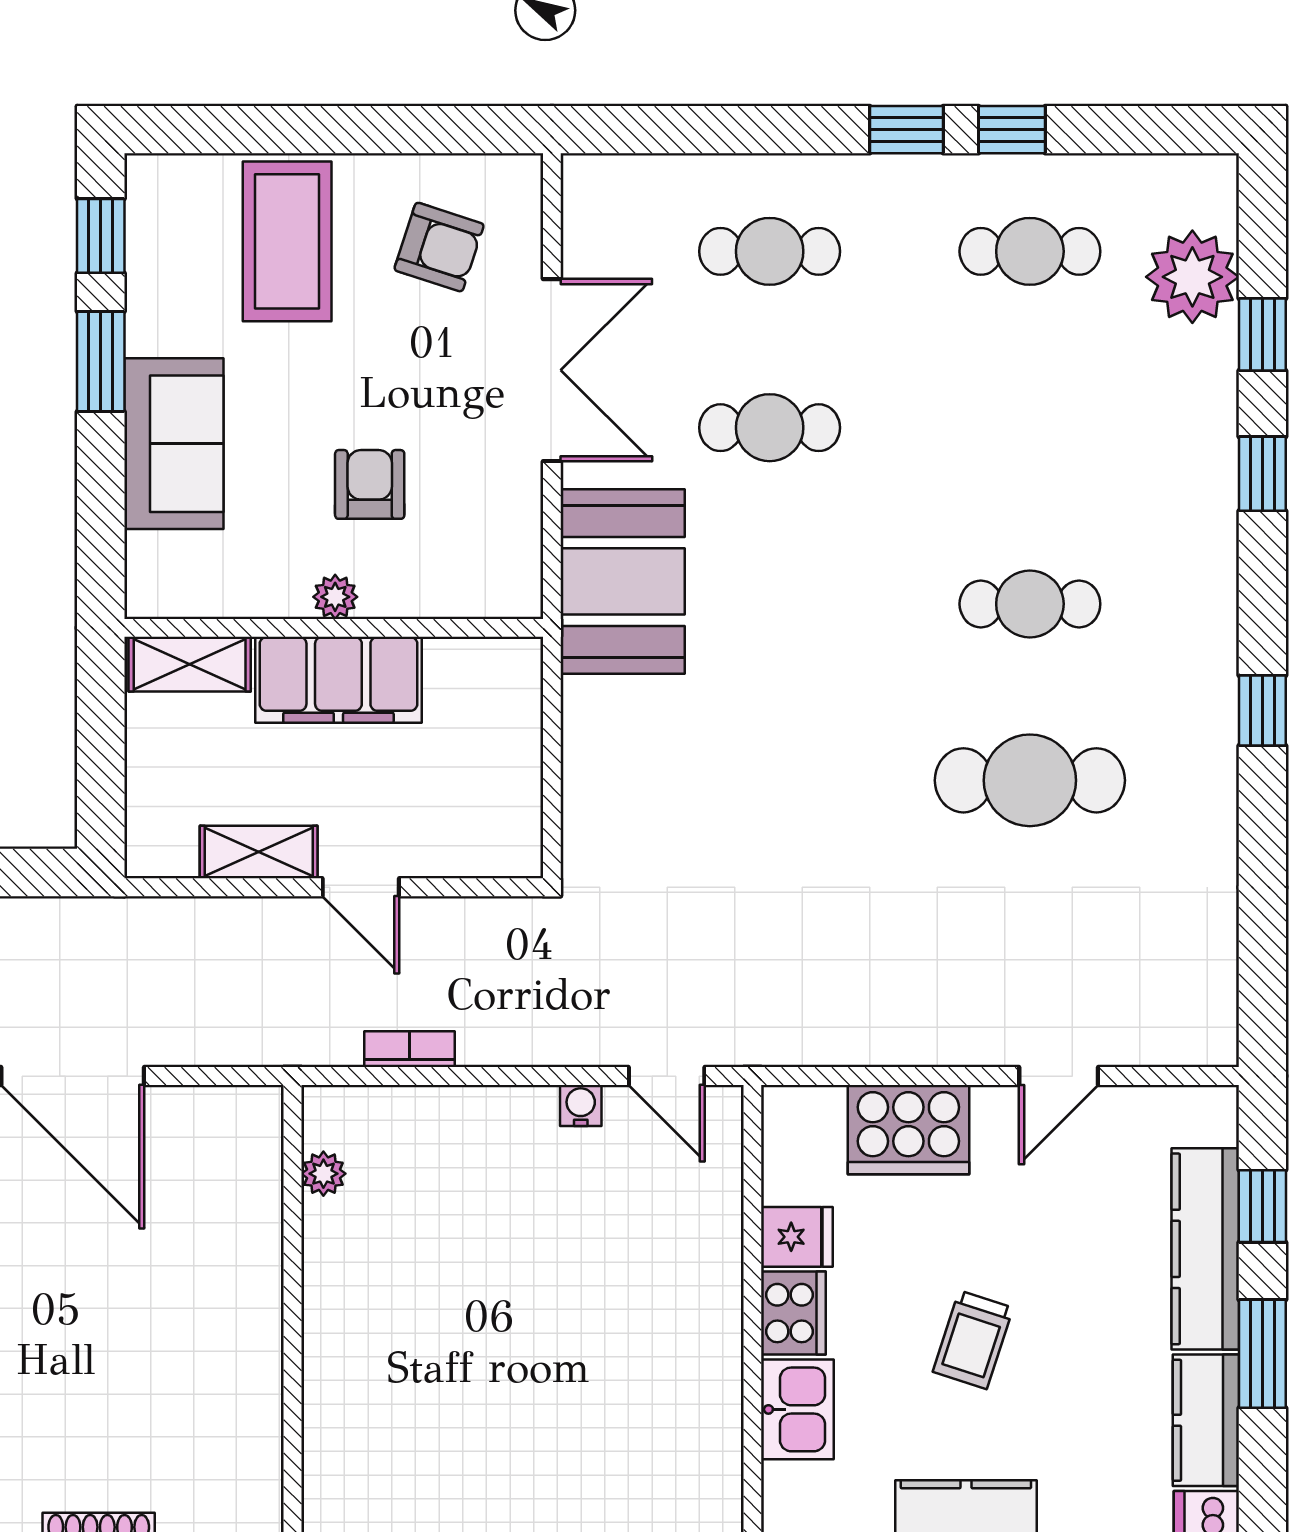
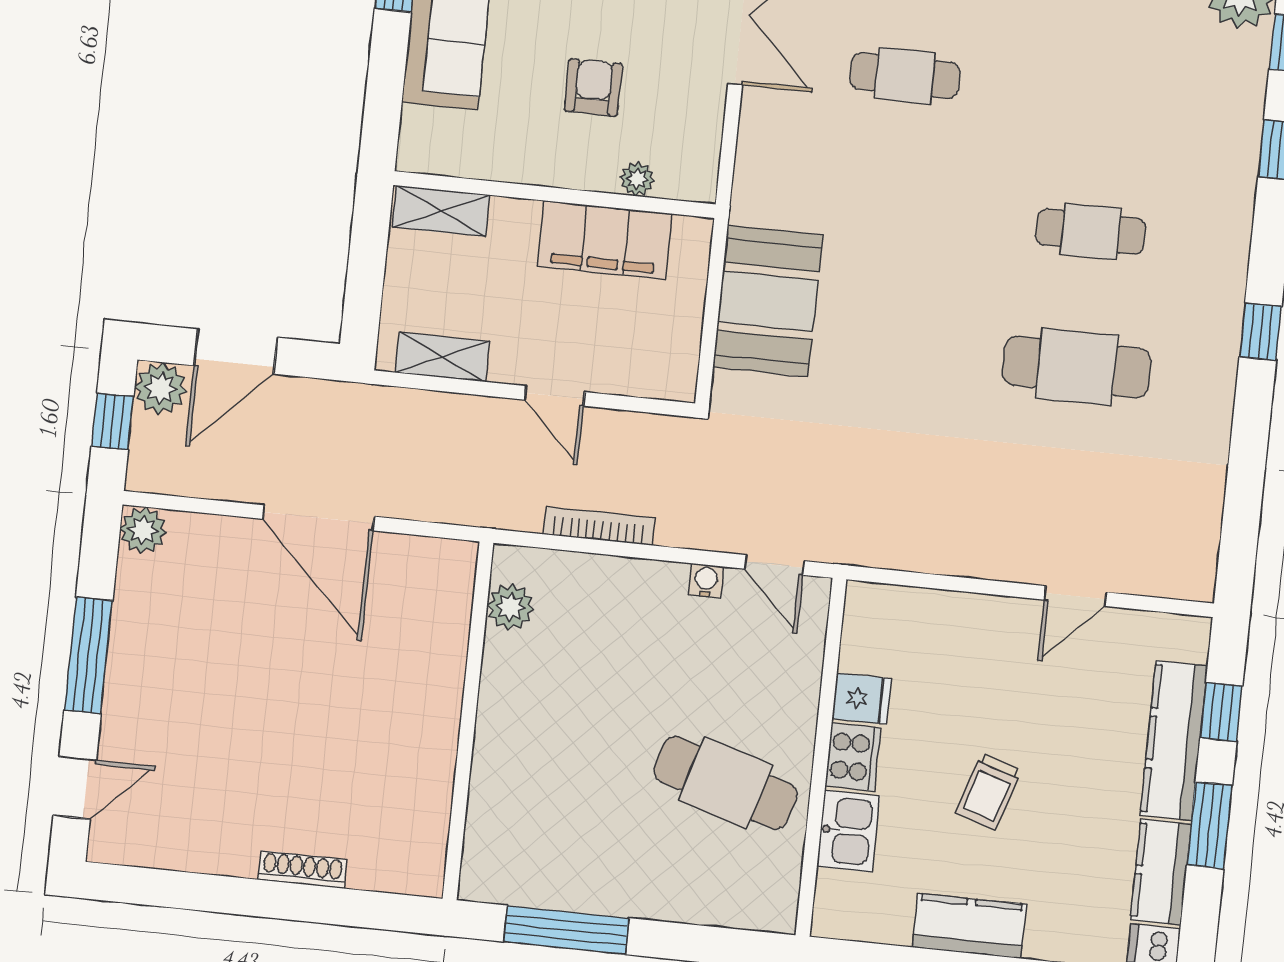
booth: (623, 581) -> (768, 301), moved
plant: (335, 597) -> (637, 179), moved
filing cabinet: (338, 680) -> (605, 240), moved
shelving: (259, 852) -> (442, 357), moved
bookcase: (410, 1049) -> (599, 526), width x1.56
cooker: (908, 1130) -> (956, 625), removed
plant: (323, 1174) -> (510, 607), width x1.38, depth x1.38
cafe table: (633, 1363) -> (726, 783), added

